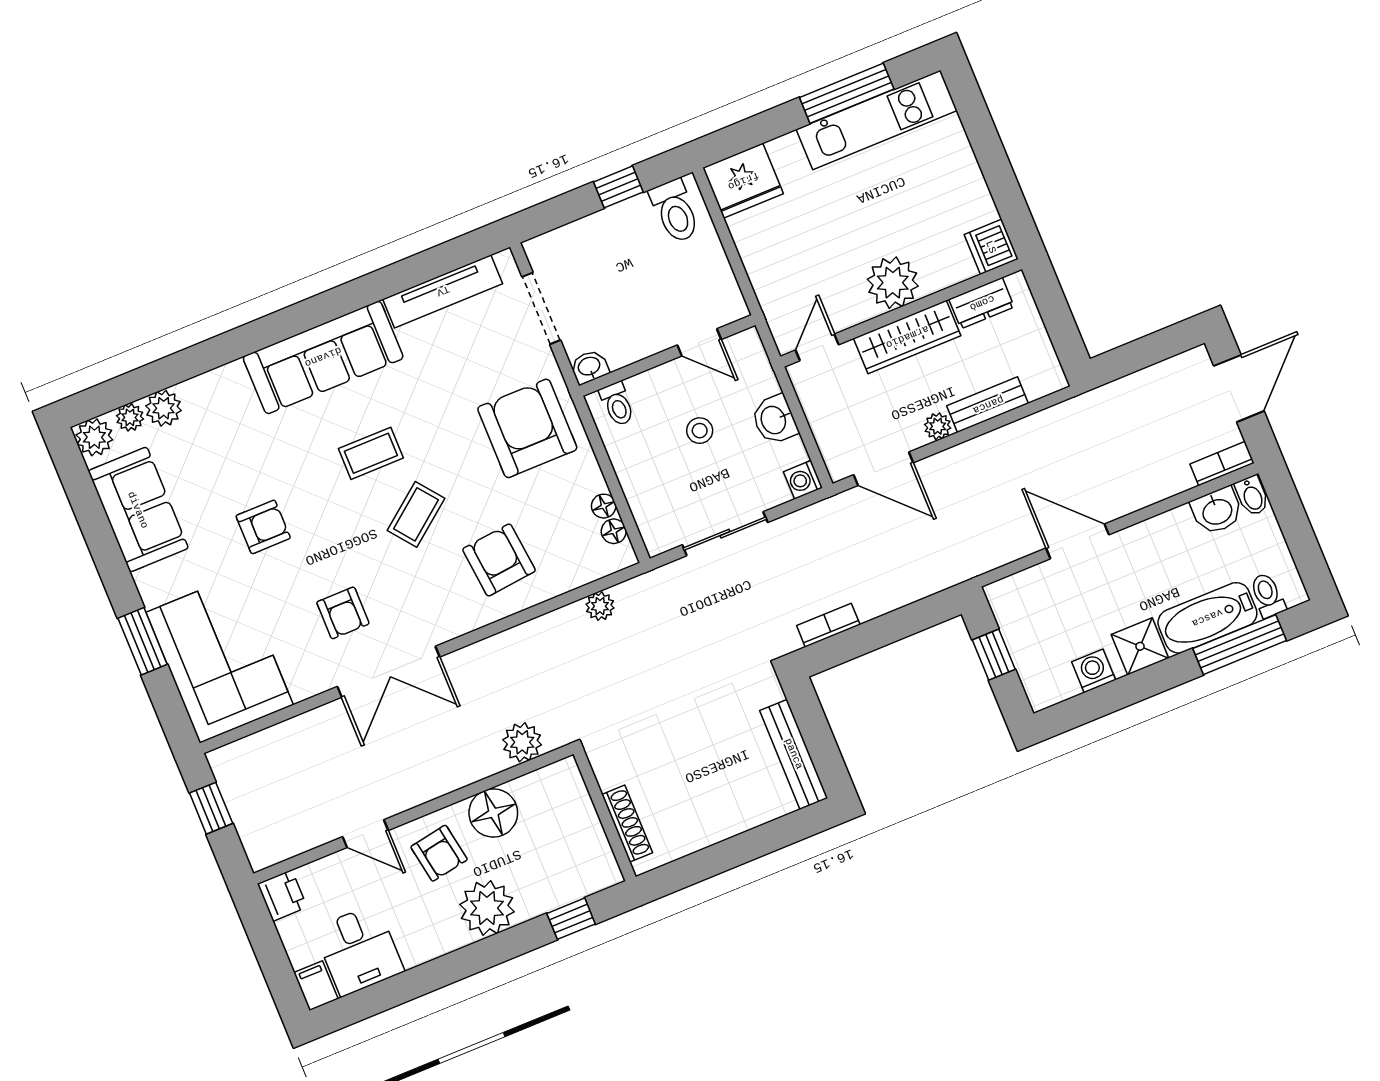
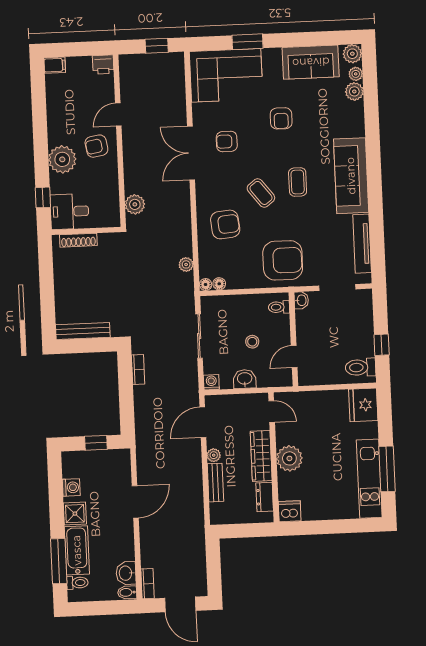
floor lamp: (604, 506) -> (206, 284), moved
floor lamp: (493, 813) -> (106, 179), removed
desk: (359, 950) -> (69, 211), moved

